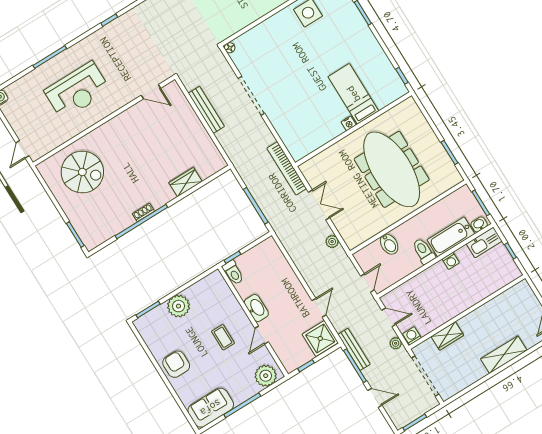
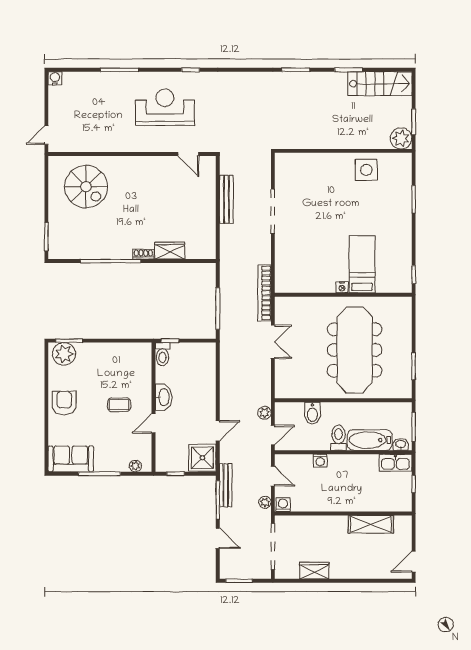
floor lamp: (230, 48) -> (280, 158), removed
reception desk: (77, 91) -> (165, 107), moved, turned 180
shoe rack: (143, 212) -> (143, 254), moved
plant: (332, 242) -> (264, 413), moved
washing machine: (451, 261) -> (320, 461), moved
plant: (179, 306) -> (64, 354), moved
wardrobe: (447, 336) -> (314, 571), moved, turned 180
coffee table: (223, 337) -> (119, 405), turned 90
shelving: (504, 355) -> (371, 524), moved
plant: (266, 376) -> (135, 466), width x0.53, depth x0.53

